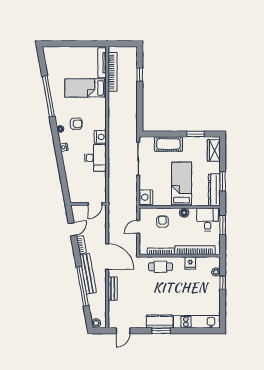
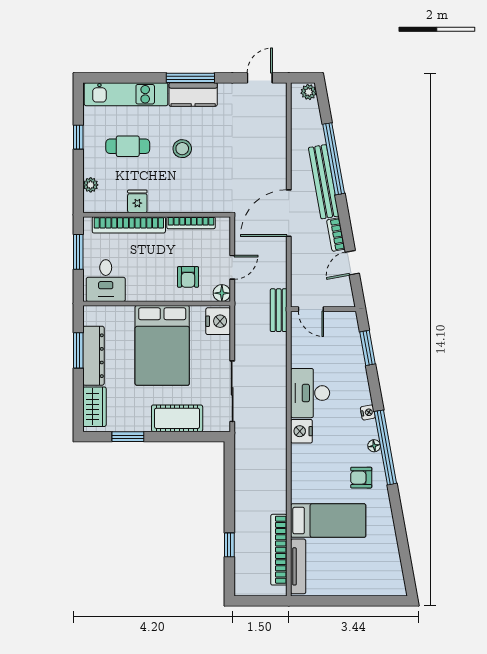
window: (48, 96) -> (385, 447), moved
armchair: (76, 124) -> (361, 478), moved
window: (64, 183) -> (368, 348), added
bed: (182, 184) -> (162, 345), width x1.50
dresser: (214, 190) -> (94, 356), moved
door: (95, 204) -> (311, 309), swing flipped
floor lamp: (184, 213) -> (222, 293), moved
window: (223, 225) -> (78, 252), moved
door: (107, 257) -> (289, 213), hinge flipped
cafe table: (160, 267) -> (128, 146), moved
window: (223, 283) -> (78, 137), moved
bench: (113, 289) -> (279, 310), moved
stool: (166, 292) -> (182, 149), added
window: (161, 331) -> (190, 78), width x1.44

